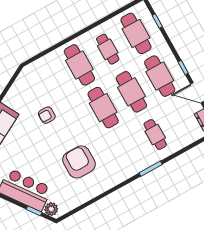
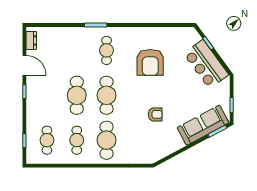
cafe table: (136, 33) -> (47, 140), width x0.73, depth x0.74
cafe table: (160, 76) -> (47, 95), removed
cafe table: (155, 134) -> (107, 50), moved
plant: (51, 209) -> (194, 37), removed

